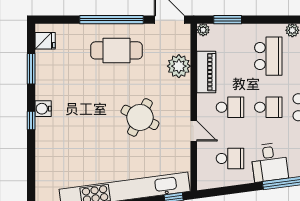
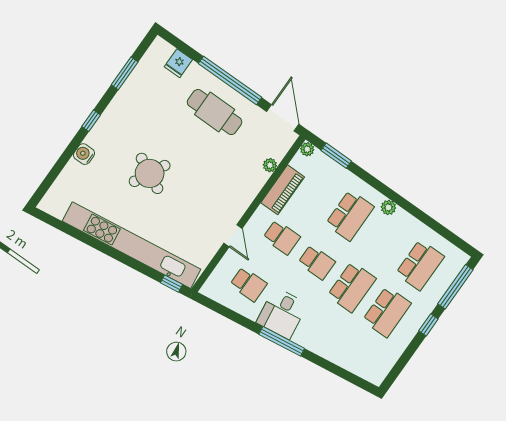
fridge: (45, 41) -> (178, 63), moved, turned 90
plant: (179, 66) -> (270, 165), width x0.53, depth x0.53
water cooler: (43, 109) -> (84, 154), moved
round table: (140, 117) -> (150, 173), moved

